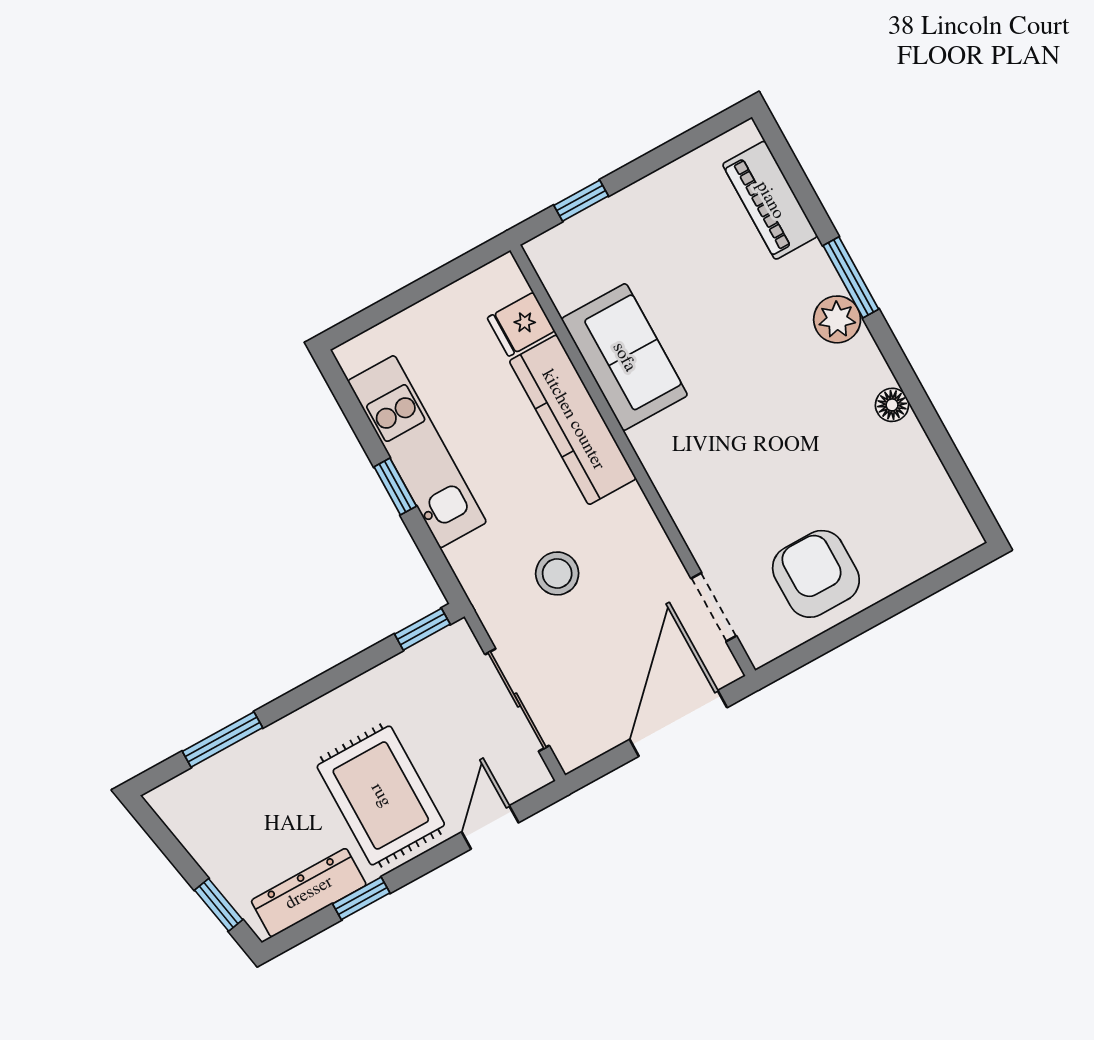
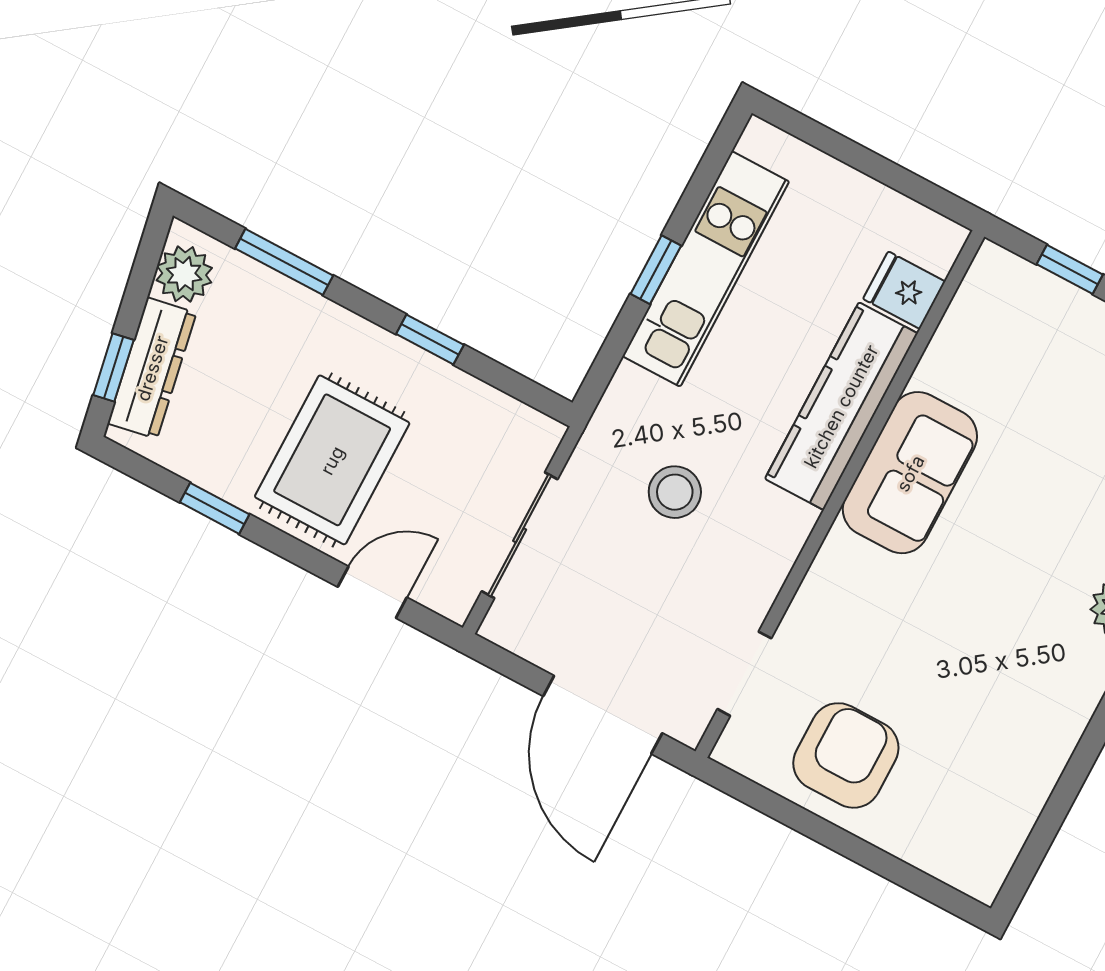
sofa: (624, 357) -> (910, 473), moved
floor lamp: (892, 405) -> (1068, 721), removed
window: (422, 629) -> (430, 339), moved
door: (678, 723) -> (603, 715), swing flipped
plant: (186, 814) -> (184, 274), added
dresser: (309, 893) -> (152, 368), moved, turned 79

